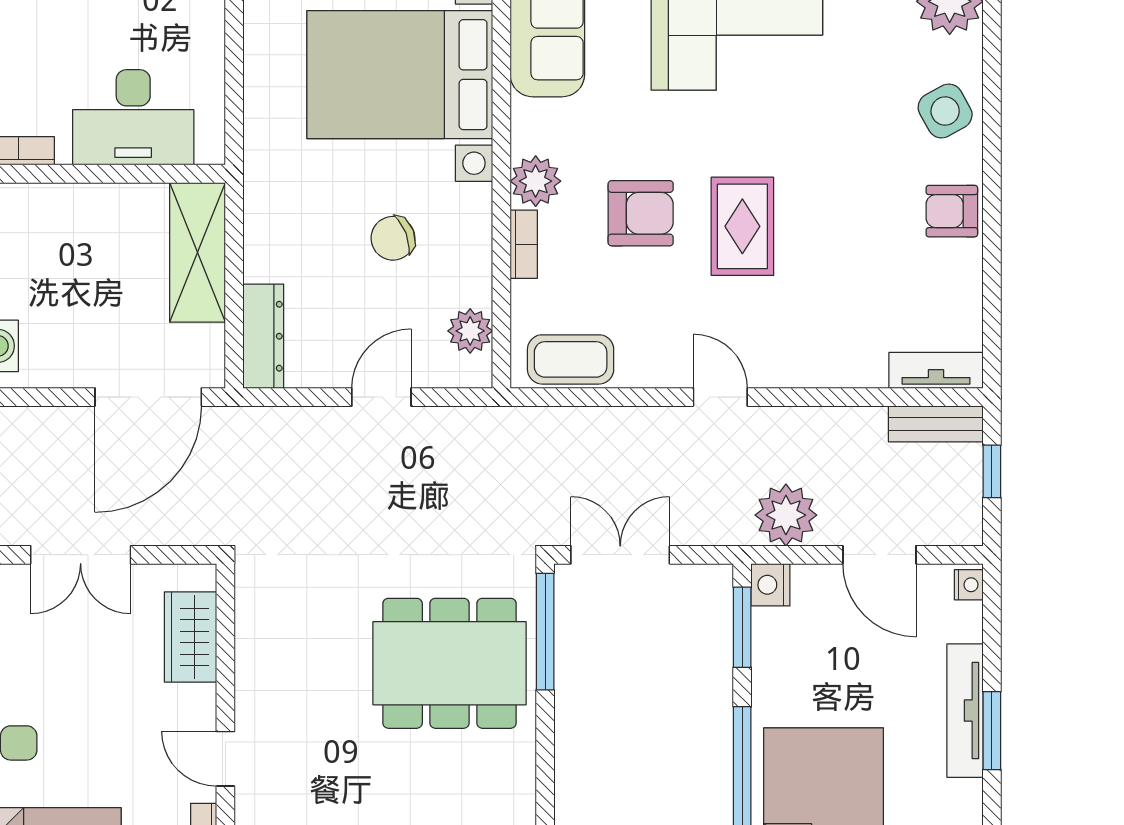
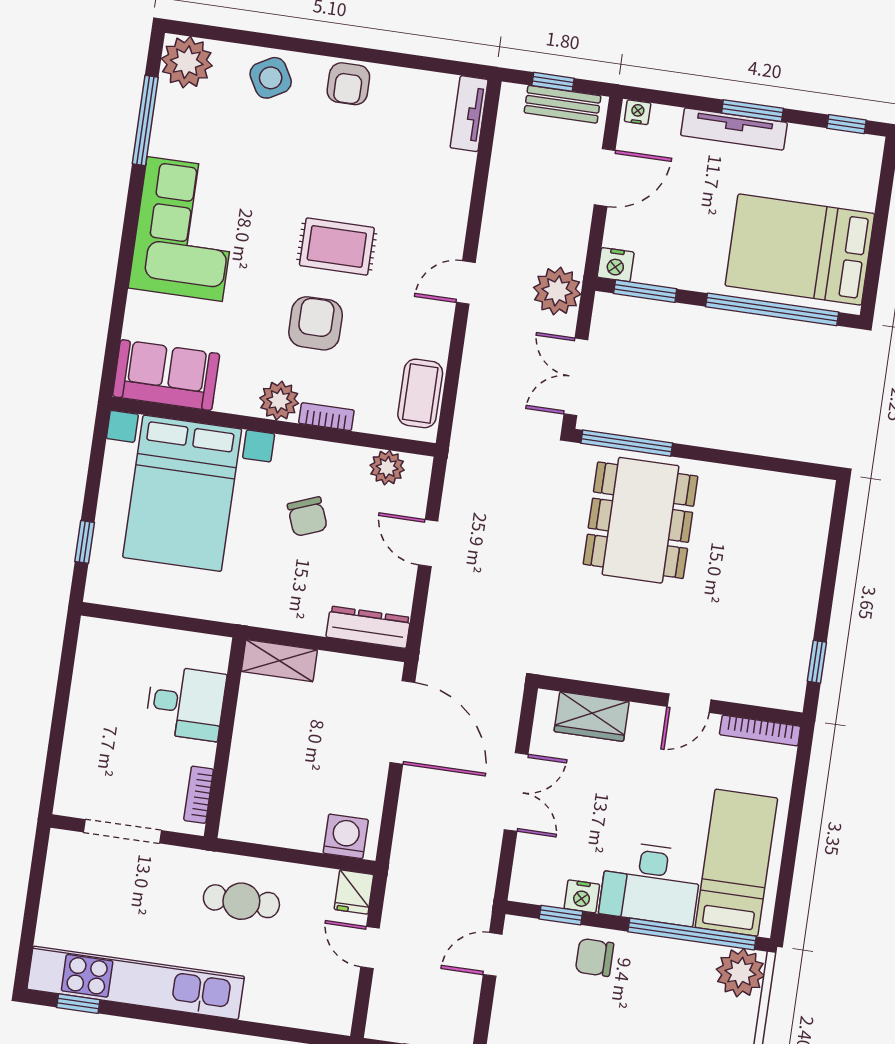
desk: (133, 117) -> (186, 703), width x0.73
shelving: (197, 252) -> (279, 661), width x0.67, depth x0.75
bench: (936, 424) -> (563, 104), moved, turned 90
plant: (786, 515) -> (557, 291), moved

